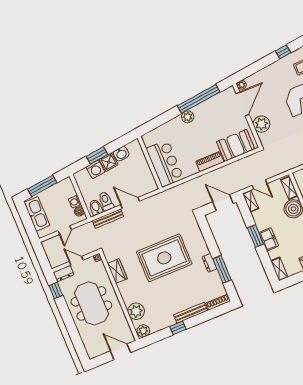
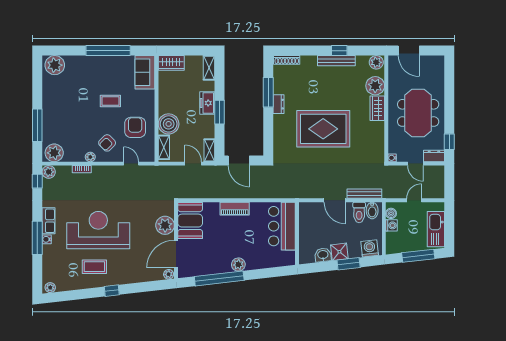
booth: (236, 145) -> (190, 221), moved, turned 90
washing machine: (95, 169) -> (370, 248), moved
wardrobe: (117, 271) -> (377, 108), moved
bench: (191, 313) -> (336, 61), moved

